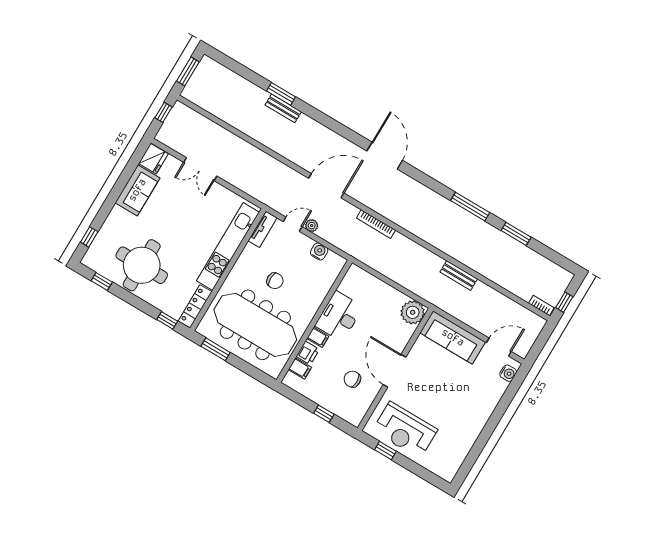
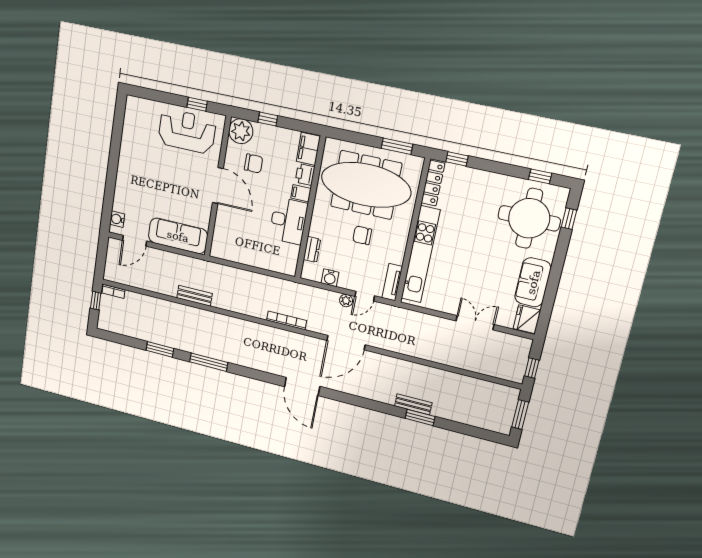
round table: (142, 265) -> (529, 218), moved
dresser: (327, 283) -> (312, 249), added
plant: (413, 312) -> (241, 131), moved
filing cabinet: (300, 368) -> (308, 149), width x2.00

